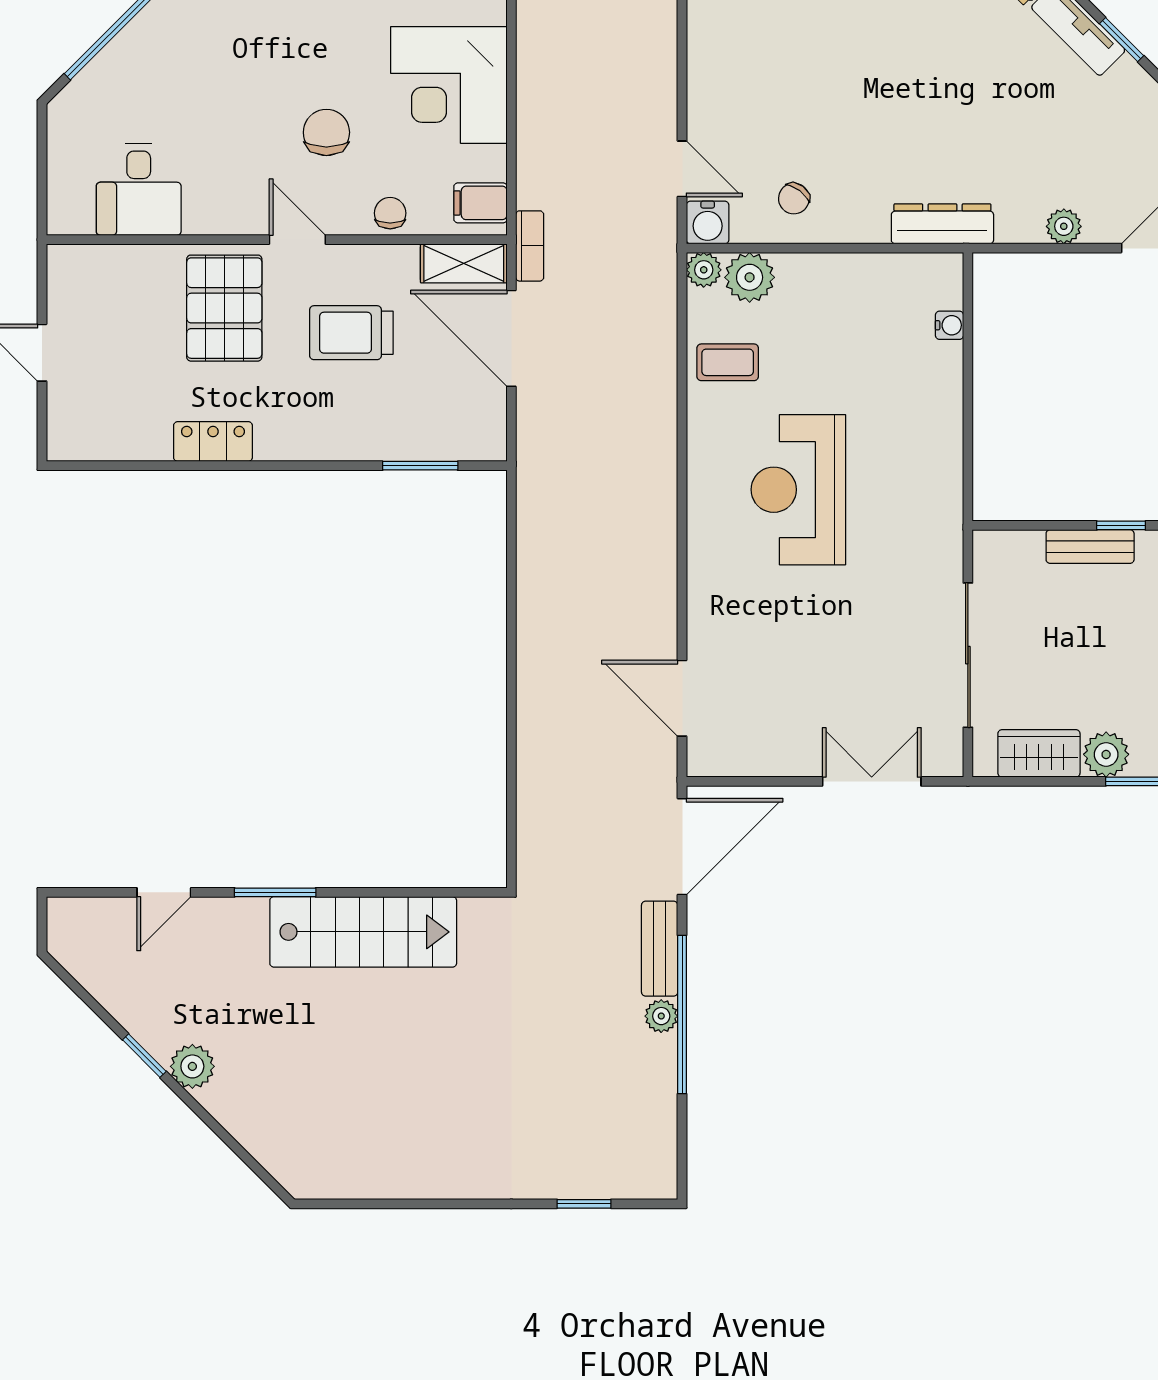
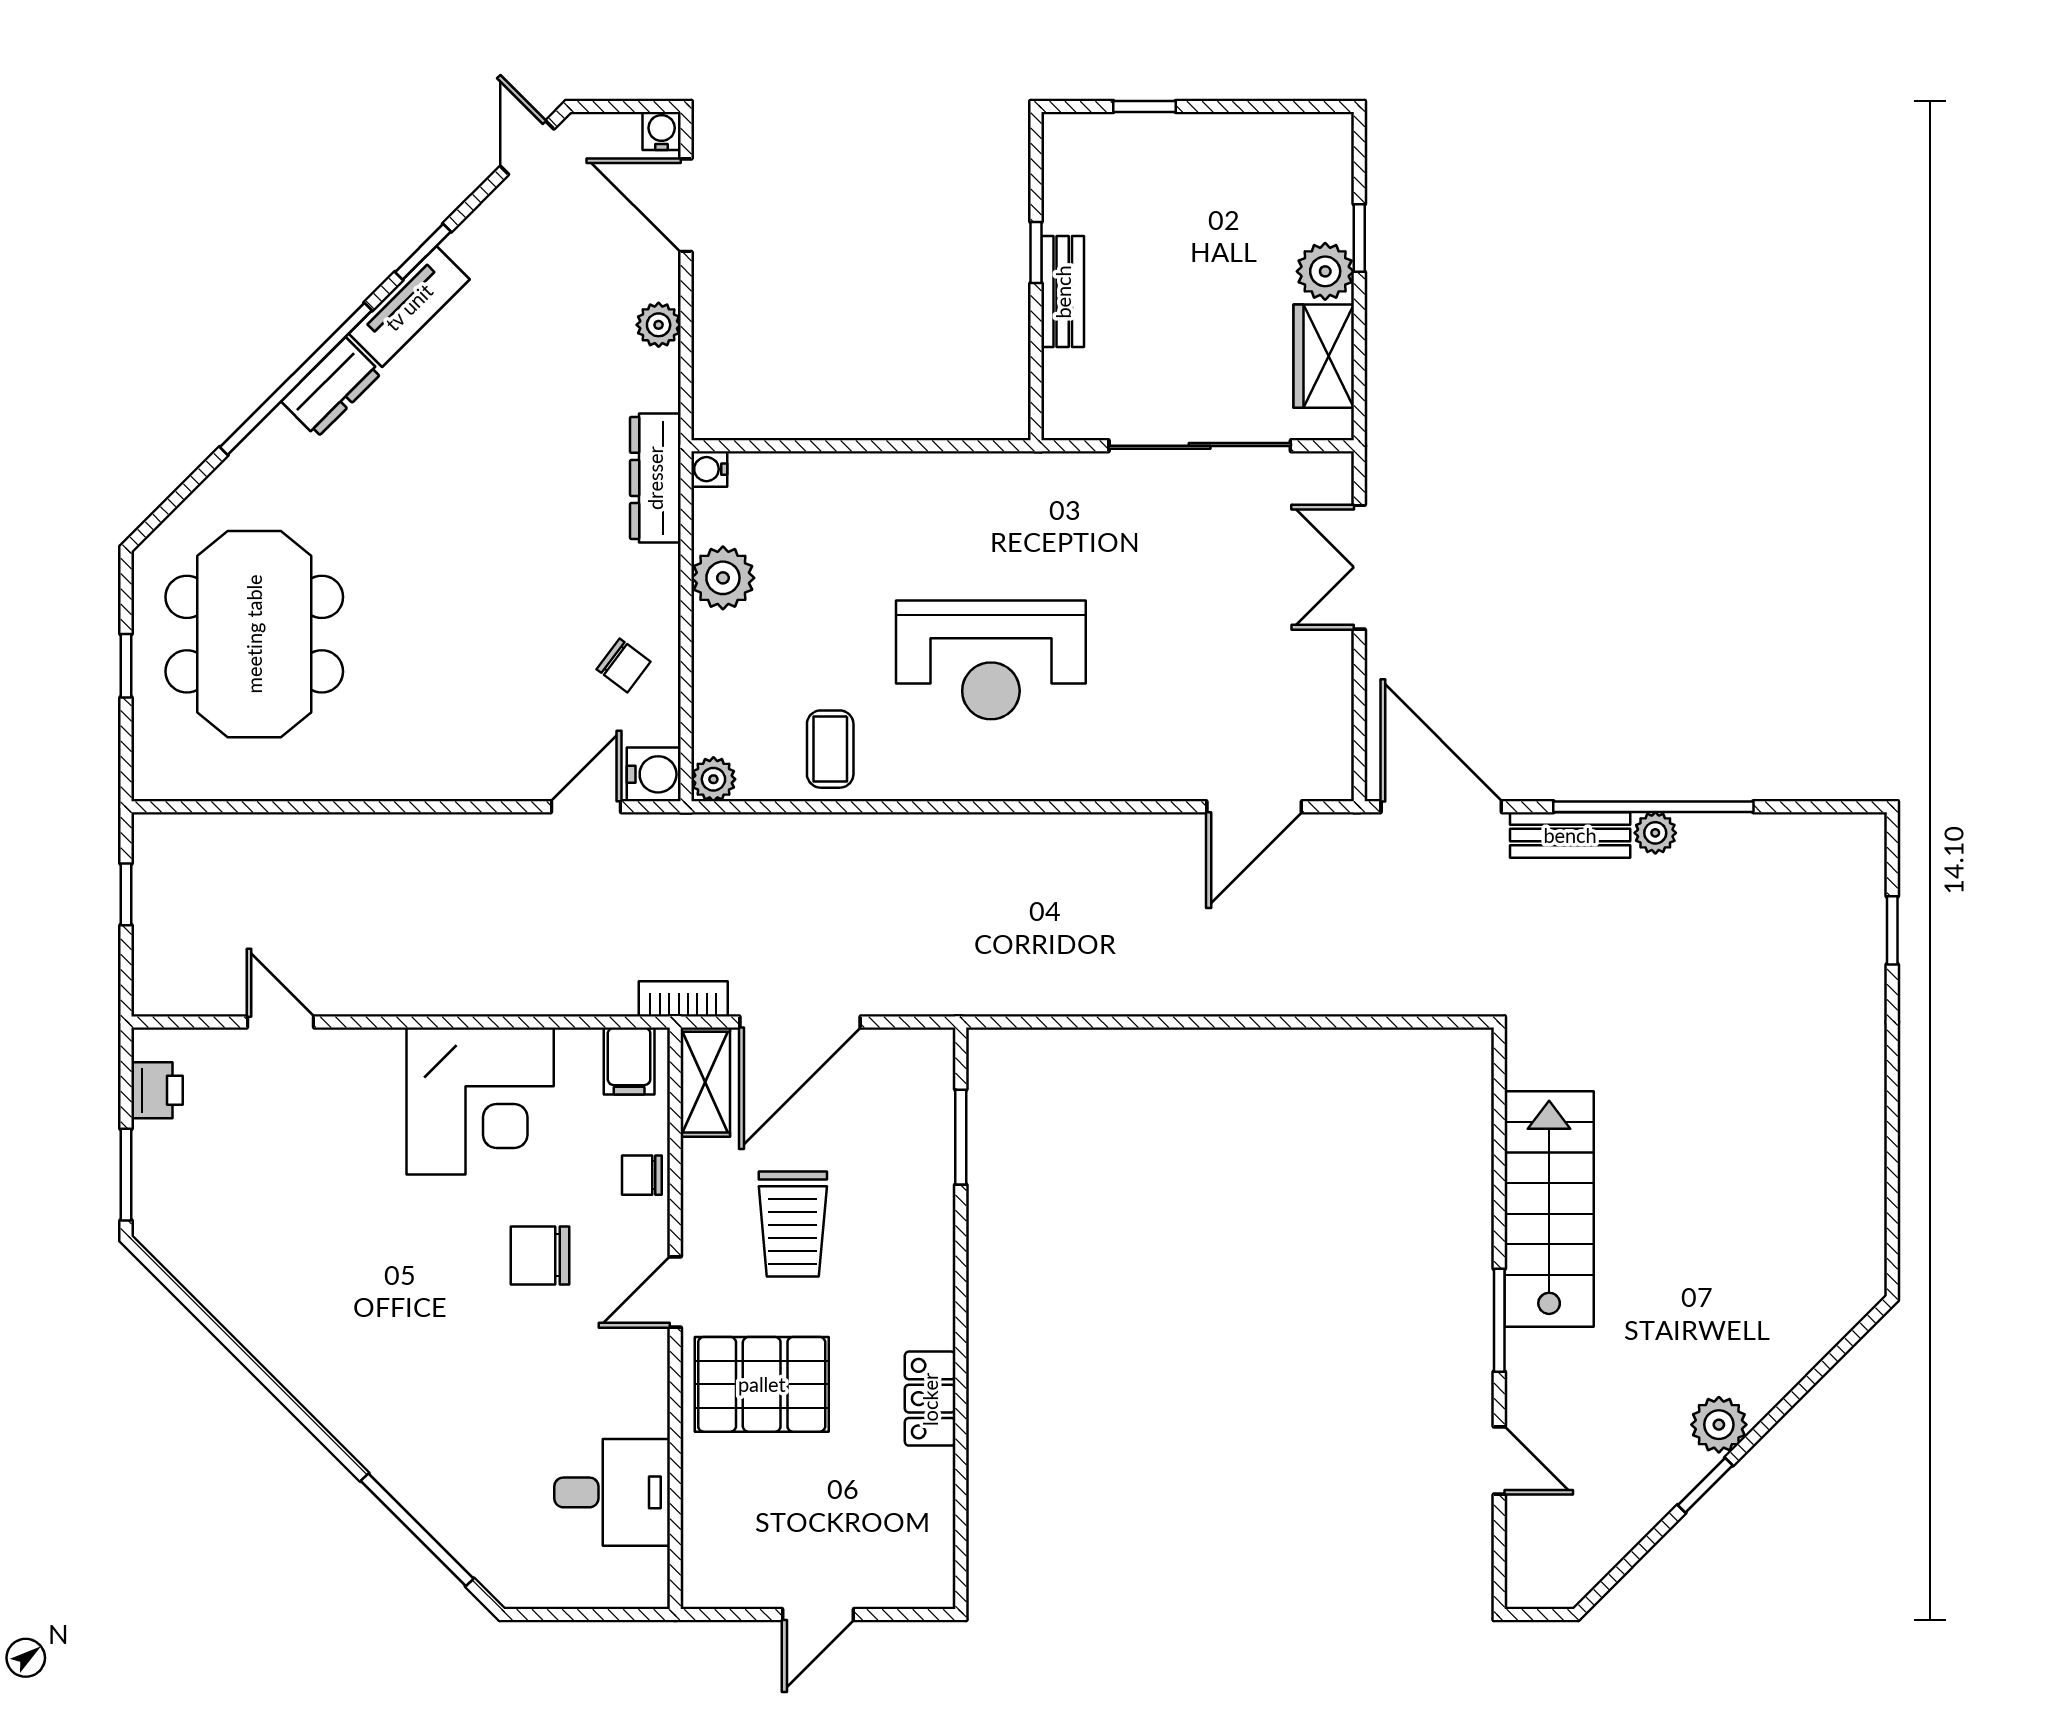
plant: (750, 277) -> (723, 578), moved
water cooler: (949, 325) -> (709, 469), moved, turned -90

